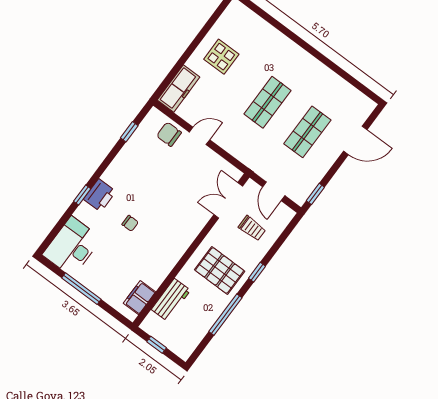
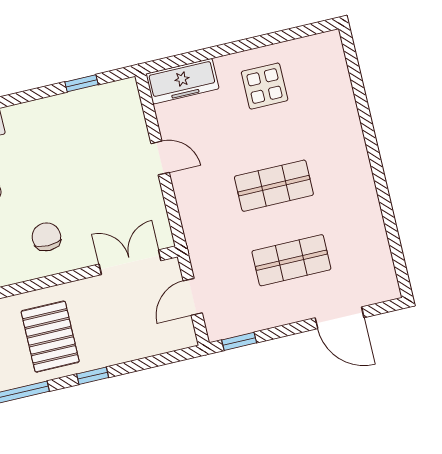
chair: (169, 134) -> (46, 237), moved
trolley: (252, 228) -> (130, 319), removed

